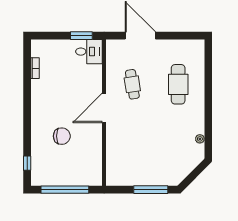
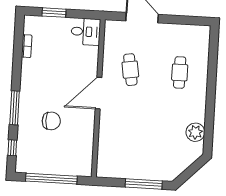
window: (81, 36) -> (54, 13), moved
cafe table: (178, 84) -> (180, 72), width x0.73, depth x0.74
window: (27, 126) -> (15, 108), added
plant: (200, 139) -> (195, 132), width x1.88, depth x1.88

